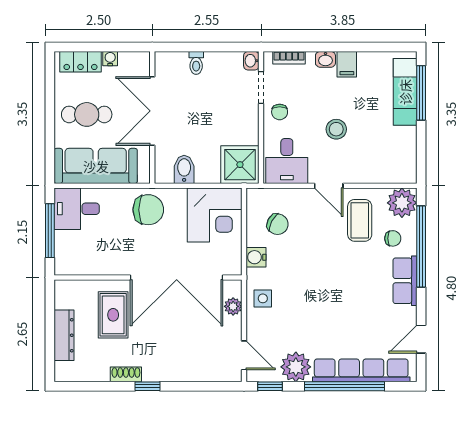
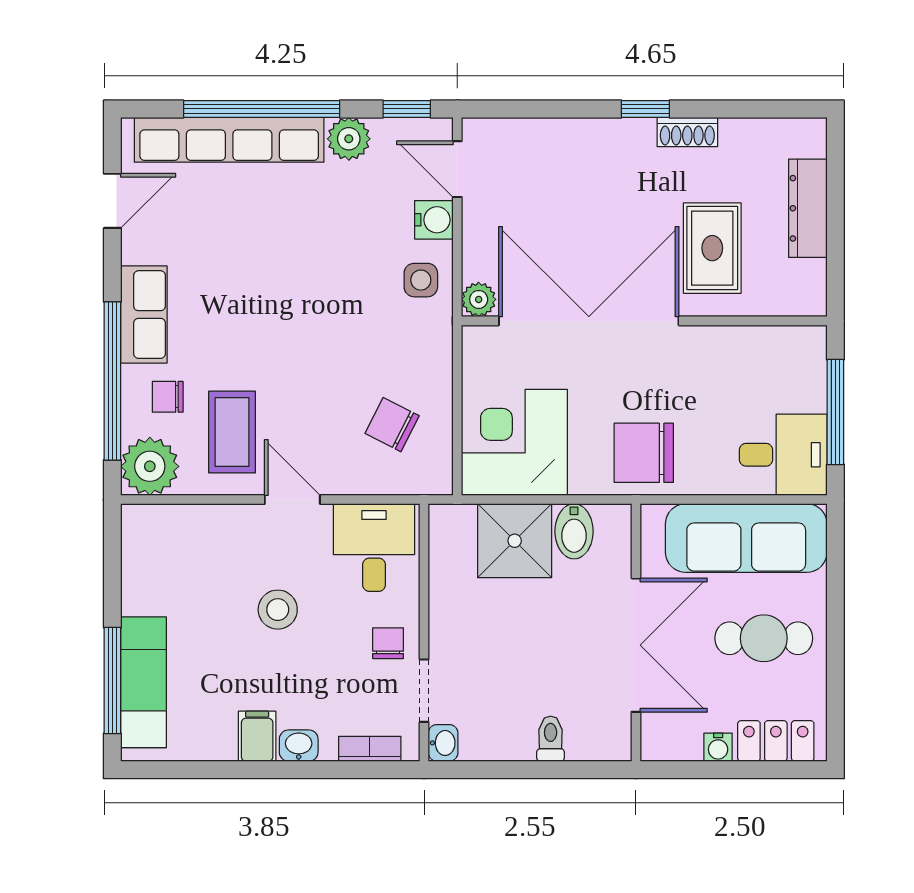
shower: (240, 165) -> (515, 541), moved
water cooler: (256, 257) -> (434, 220), moved
plant: (233, 306) -> (479, 299), moved
plant: (296, 367) -> (349, 139), width x0.73, depth x0.73

